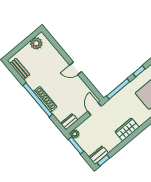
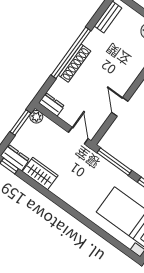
door: (76, 68) -> (120, 107), moved
door: (94, 109) -> (78, 136), hinge flipped
wardrobe: (127, 129) -> (40, 174), moved

